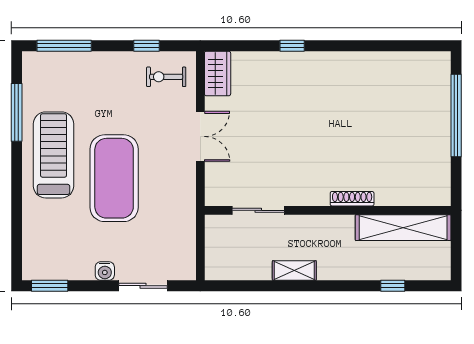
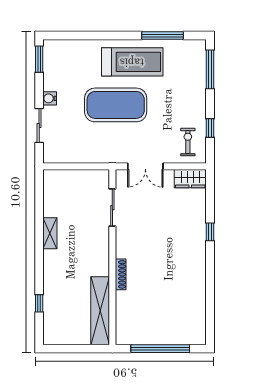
shoe rack: (352, 199) -> (121, 274), moved
sliding door: (258, 210) -> (112, 208), moved
wall: (328, 210) -> (112, 257), moved
shelving: (403, 228) -> (100, 311), moved

